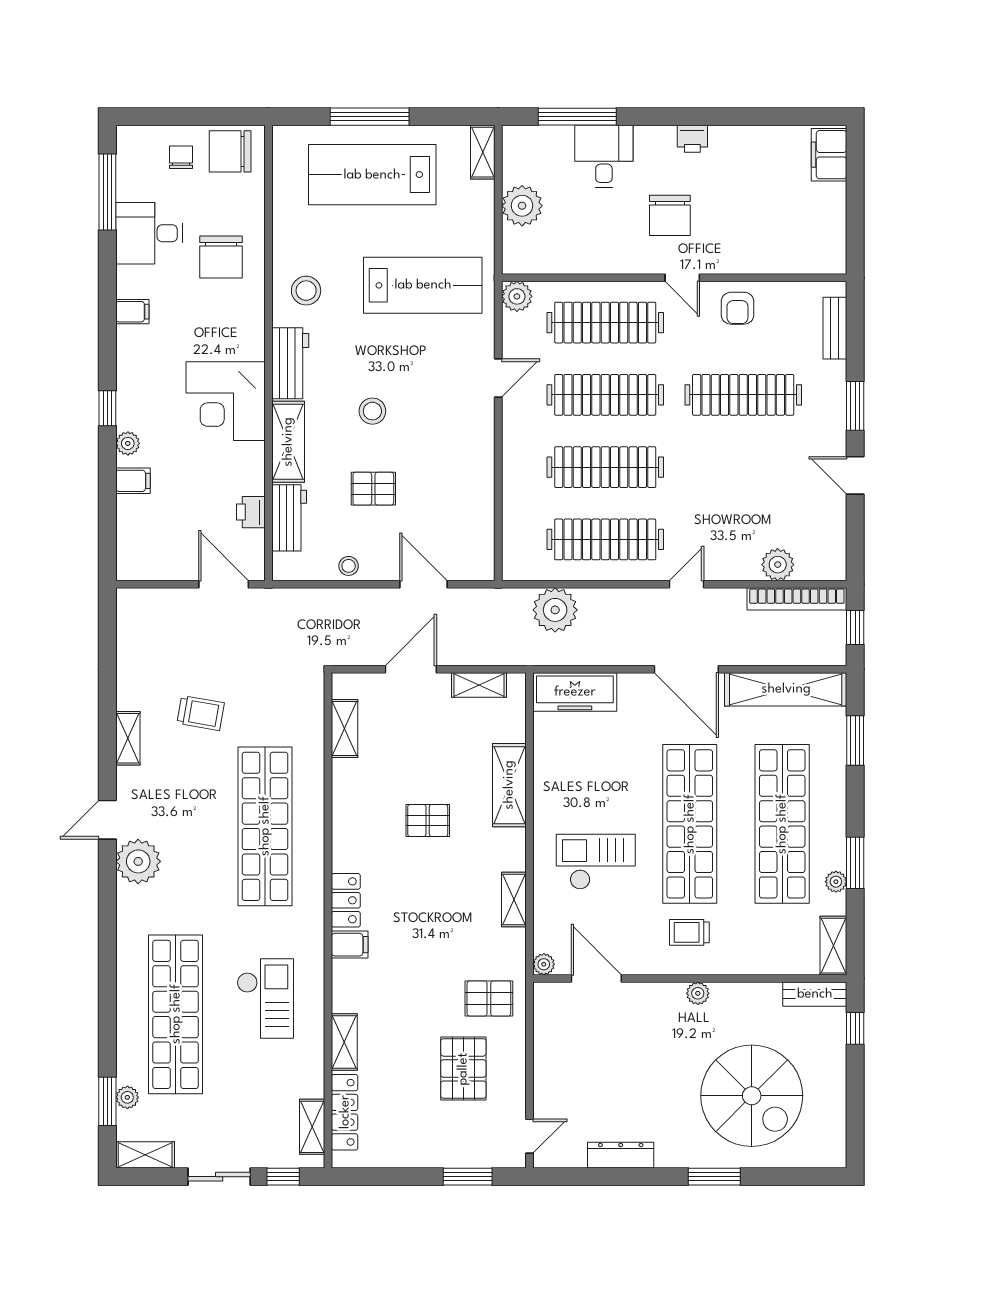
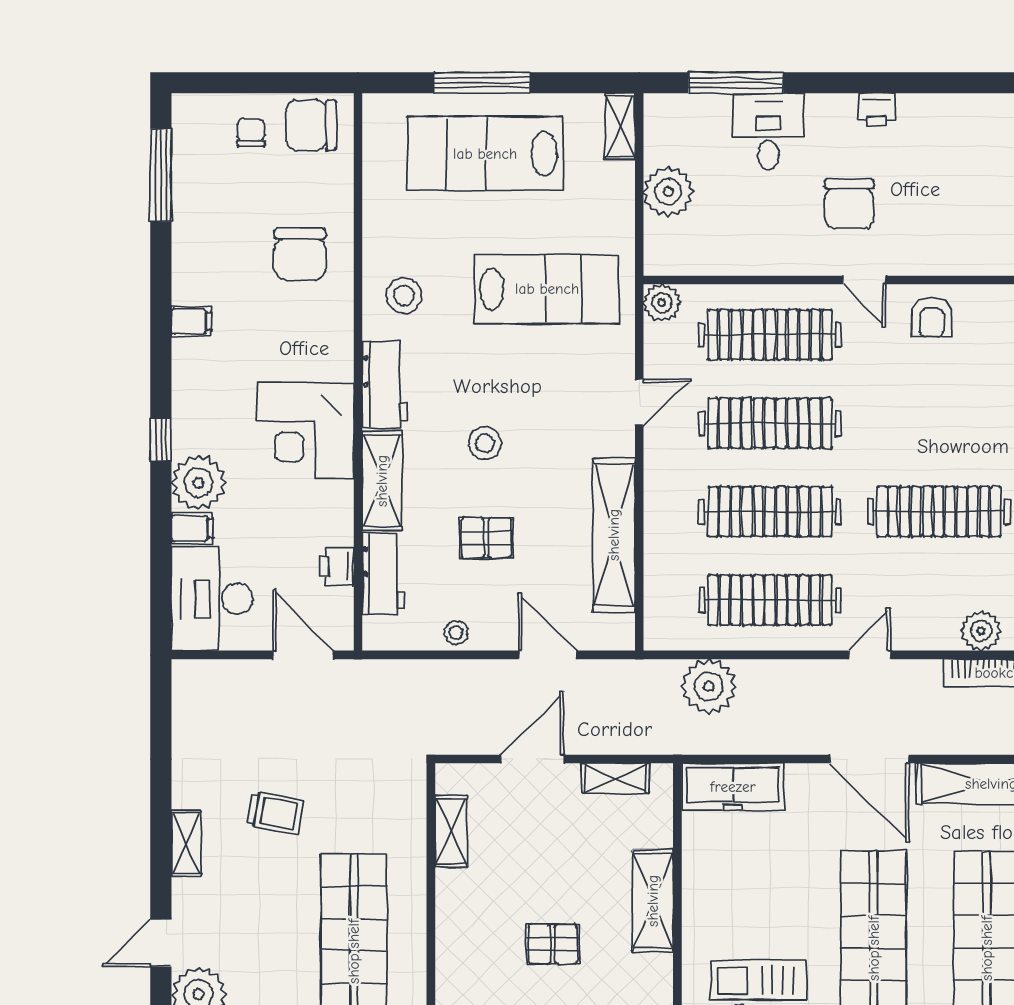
desk: (149, 233) -> (212, 599), moved, width x1.37
clothes rail: (743, 395) -> (939, 512), moved
plant: (128, 443) -> (199, 483), width x1.87, depth x1.87
shelving: (478, 486) -> (614, 535), added

